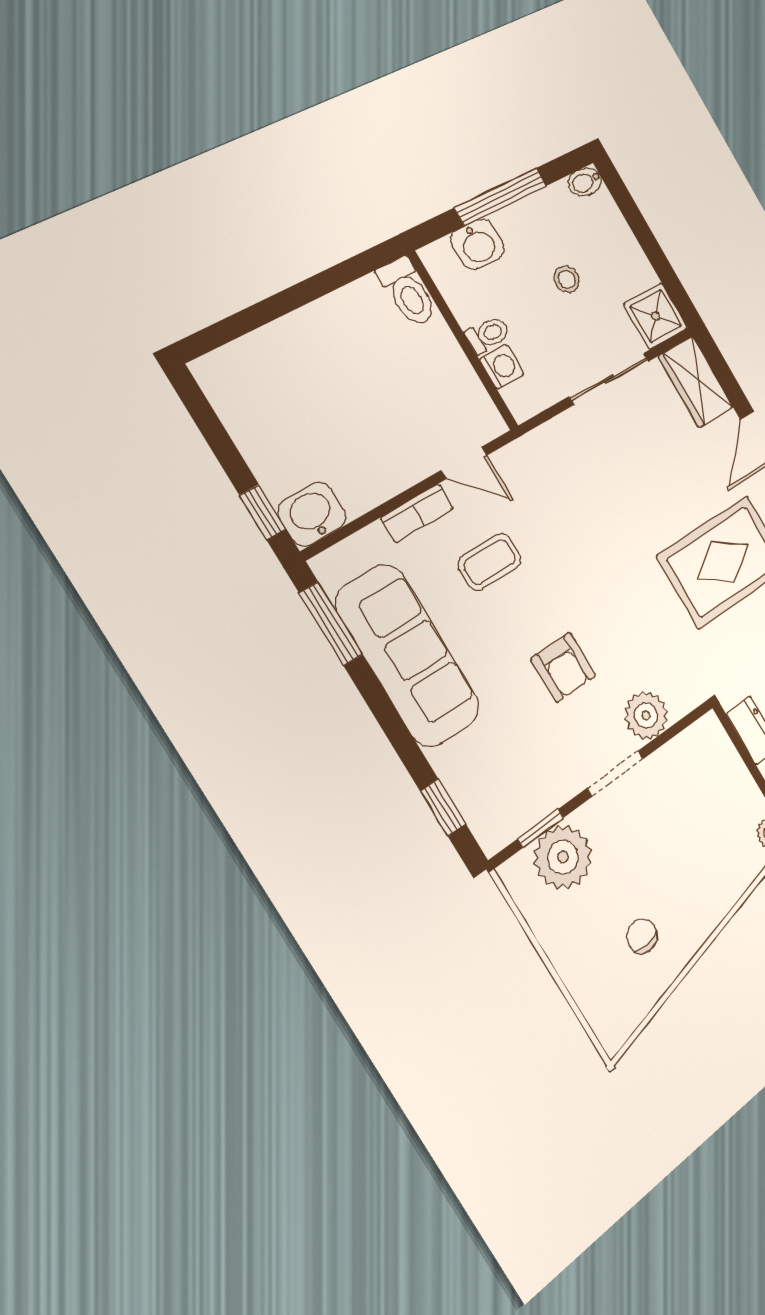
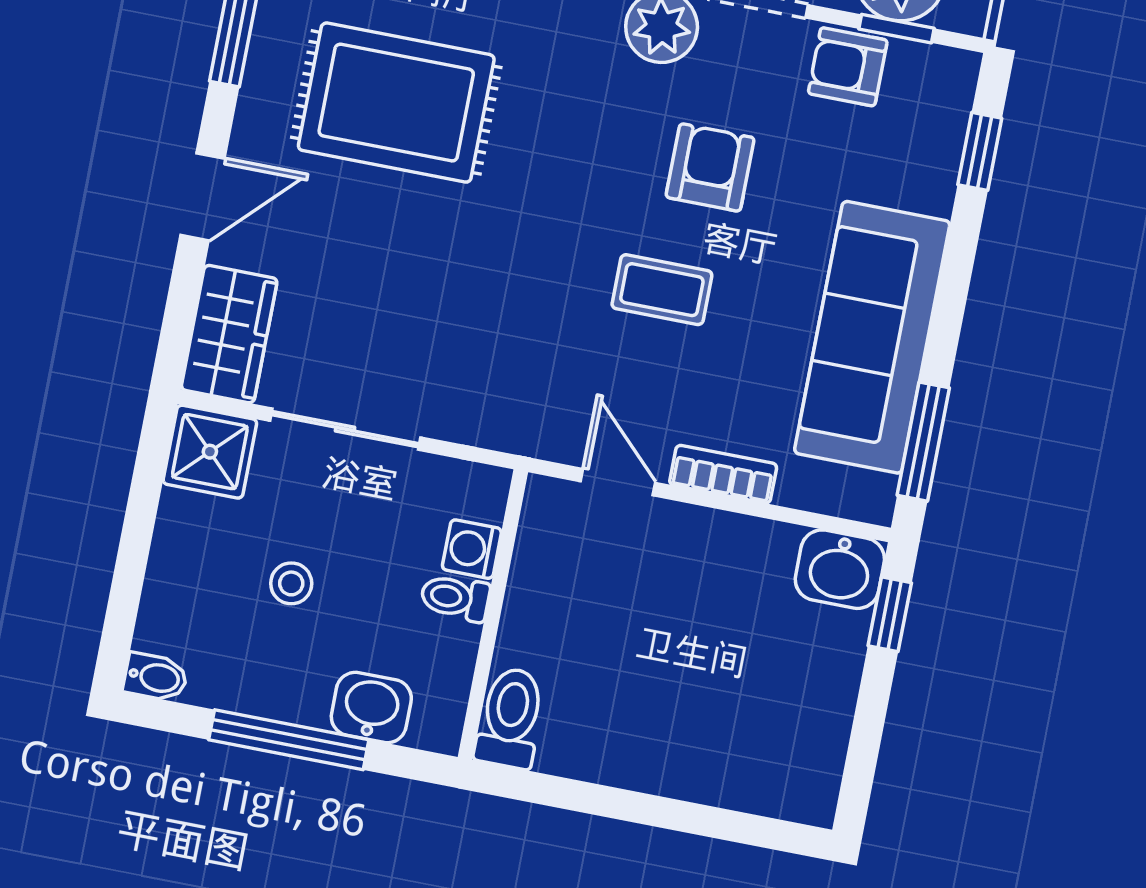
coffee table: (490, 562) -> (662, 290), moved
armchair: (546, 784) -> (848, 67), added

